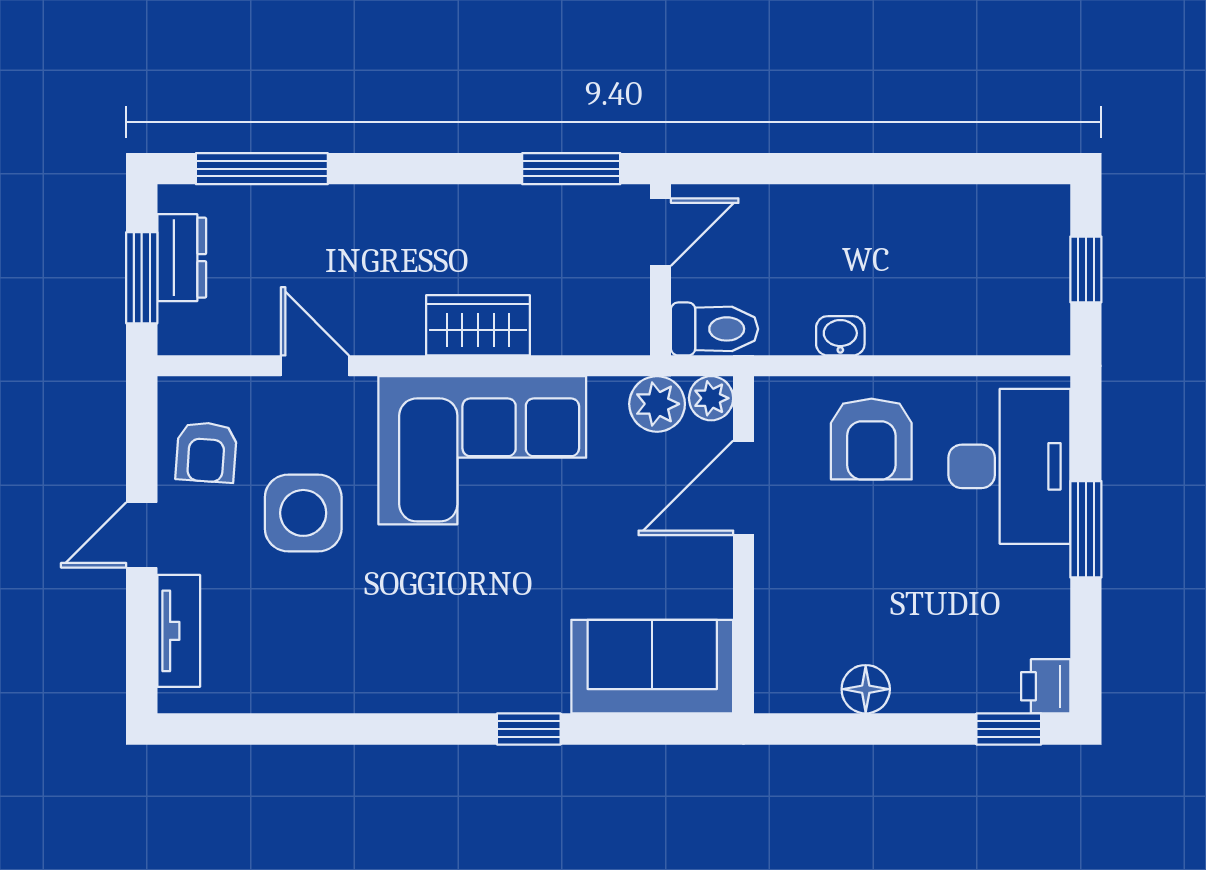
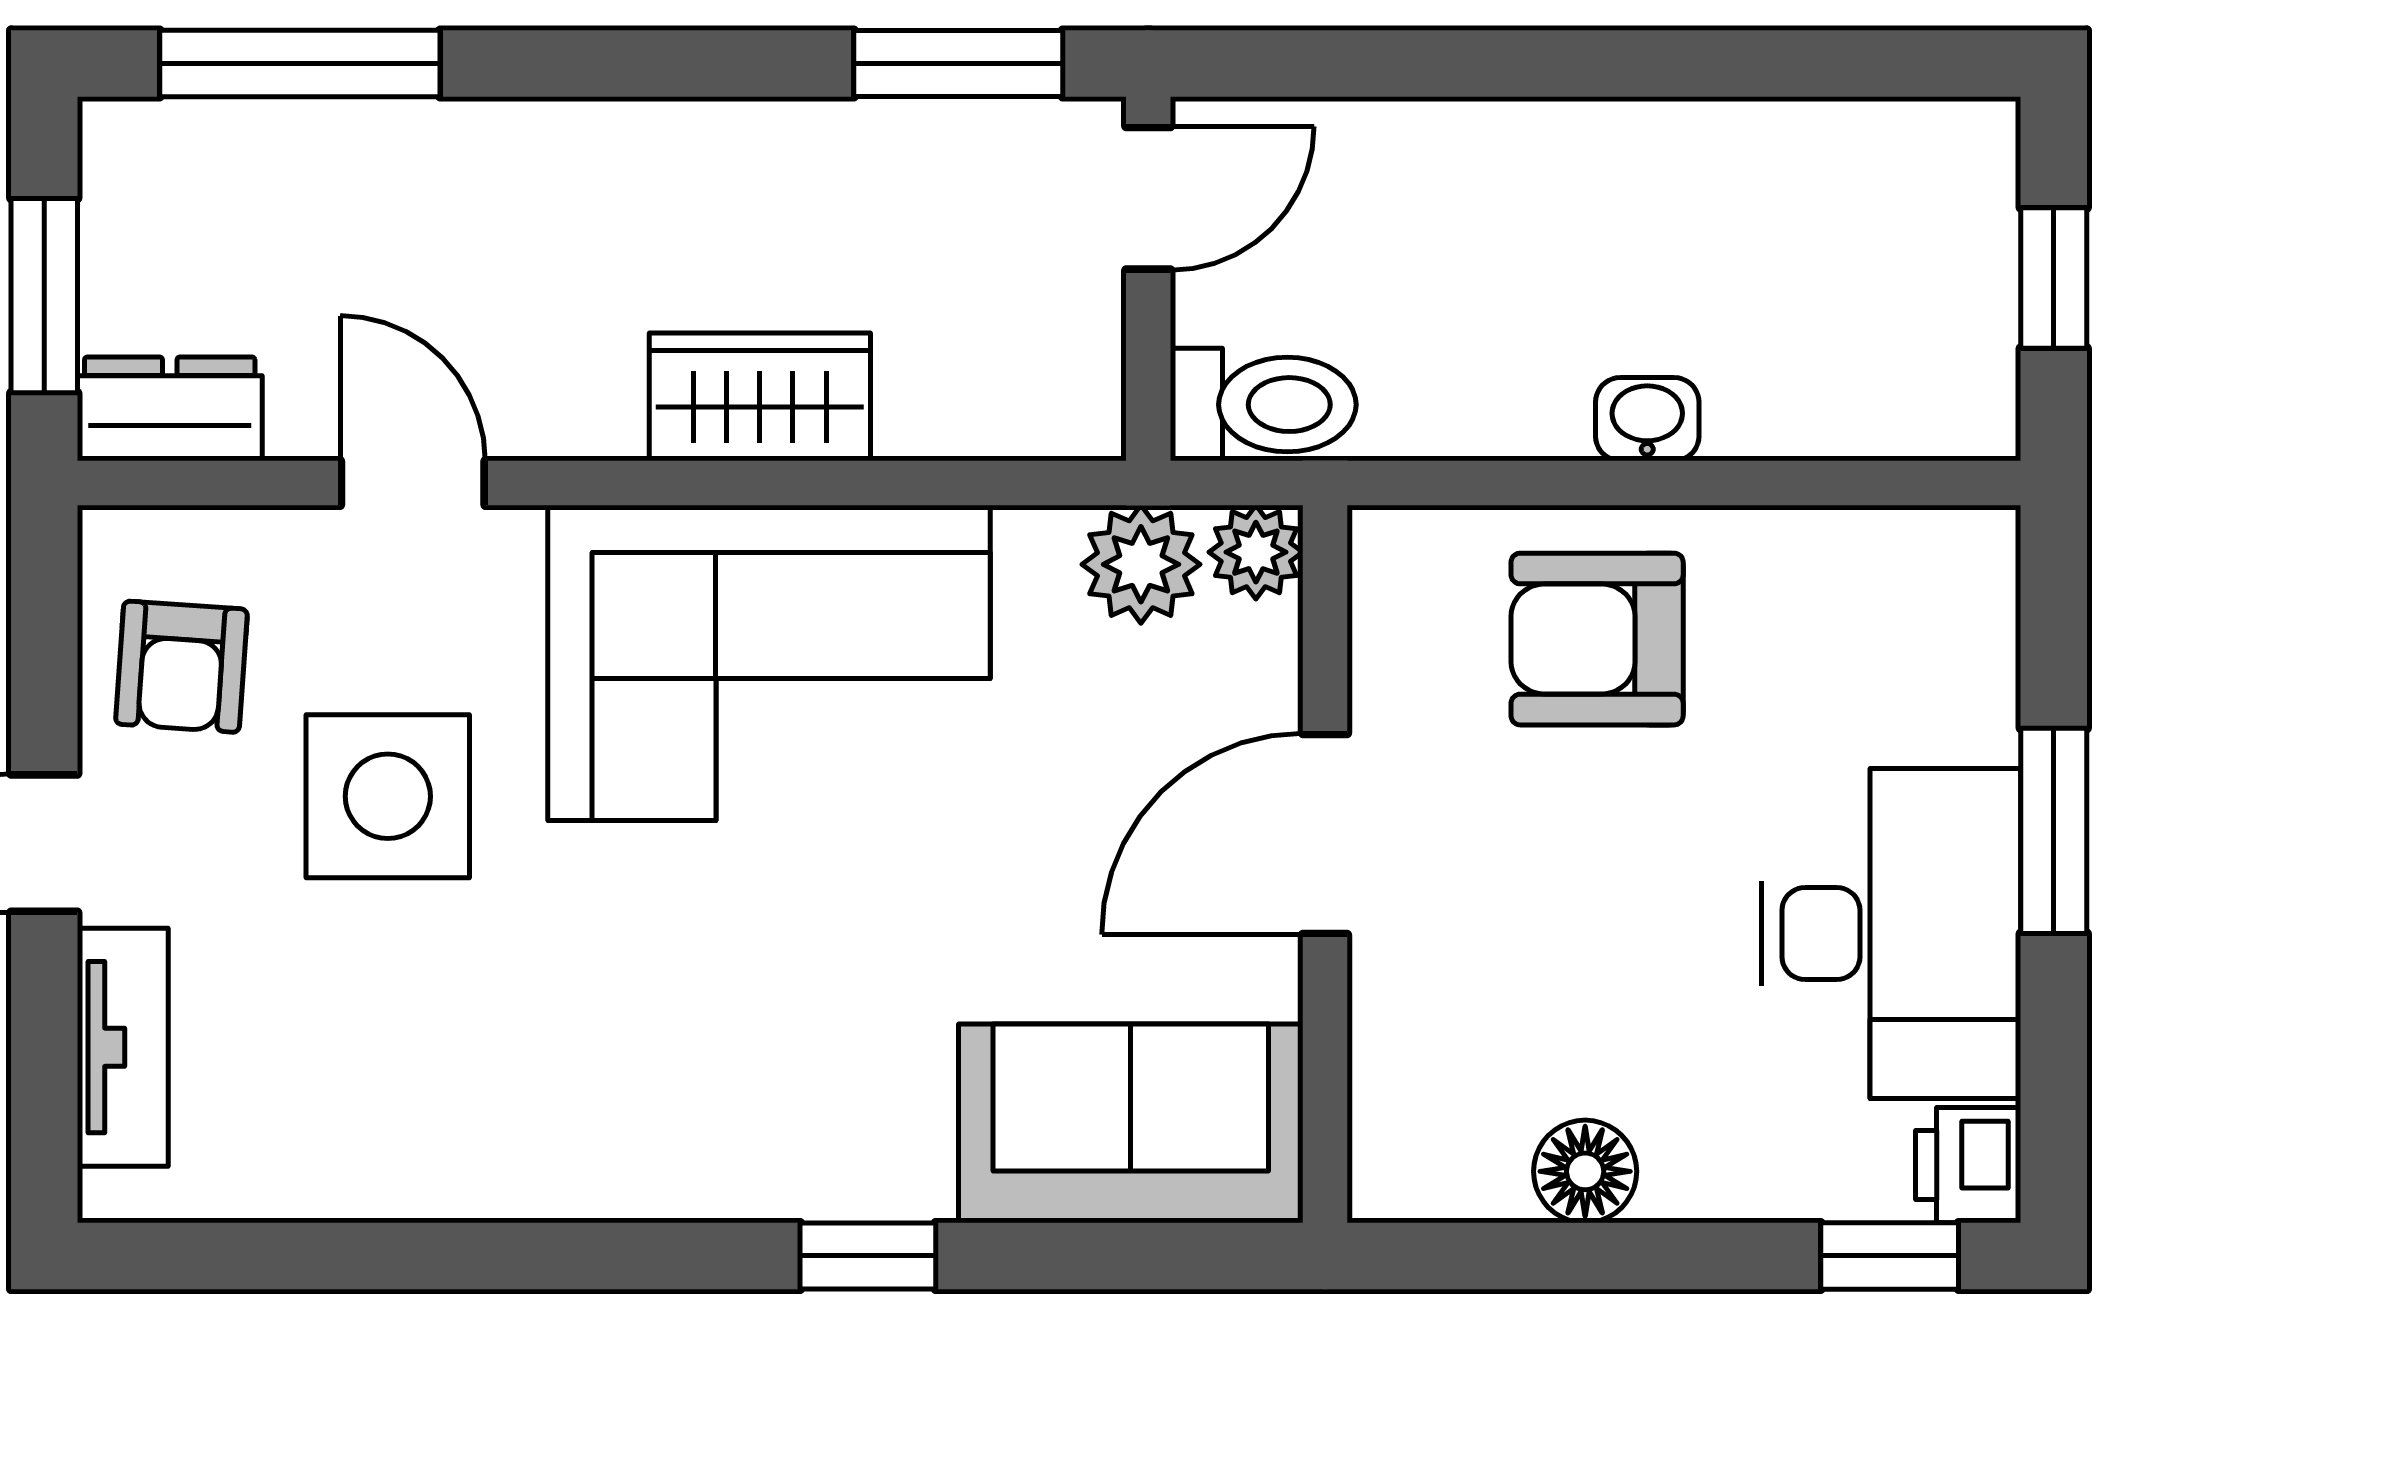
dresser: (182, 258) -> (170, 409), moved, turned -90
washbasin: (840, 336) -> (1647, 419), moved
armchair: (871, 439) -> (1597, 639), turned 90
desk: (1009, 466) -> (1891, 934), moved
door: (744, 488) -> (1325, 834), moved

